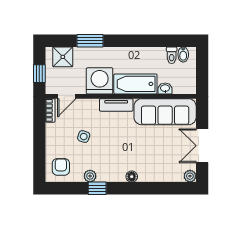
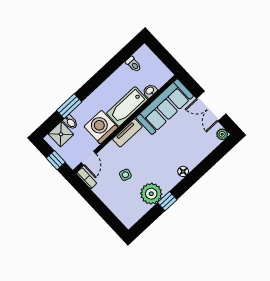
bidet: (183, 54) -> (70, 122), moved
armchair: (61, 167) -> (129, 210), removed
plant: (90, 176) -> (151, 194), width x1.88, depth x1.88

